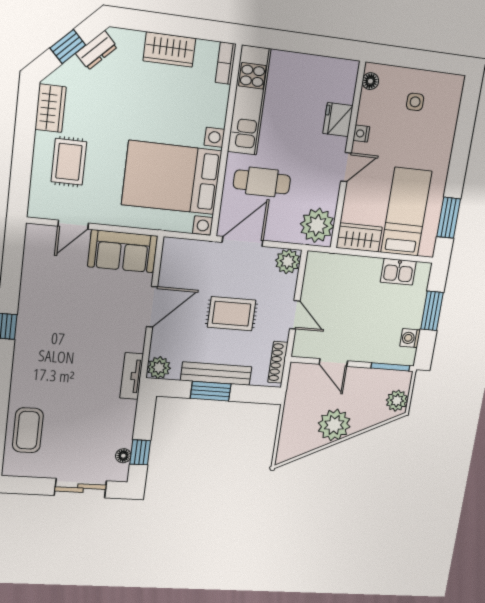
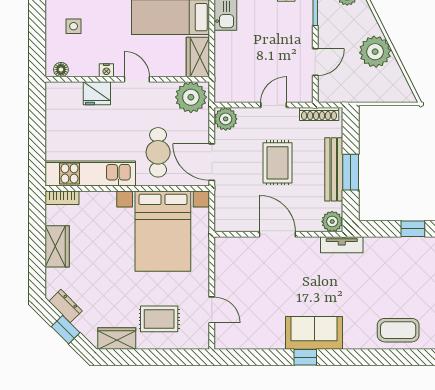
sofa: (123, 251) -> (314, 333), moved, turned -90
floor lamp: (123, 456) -> (417, 244), removed

